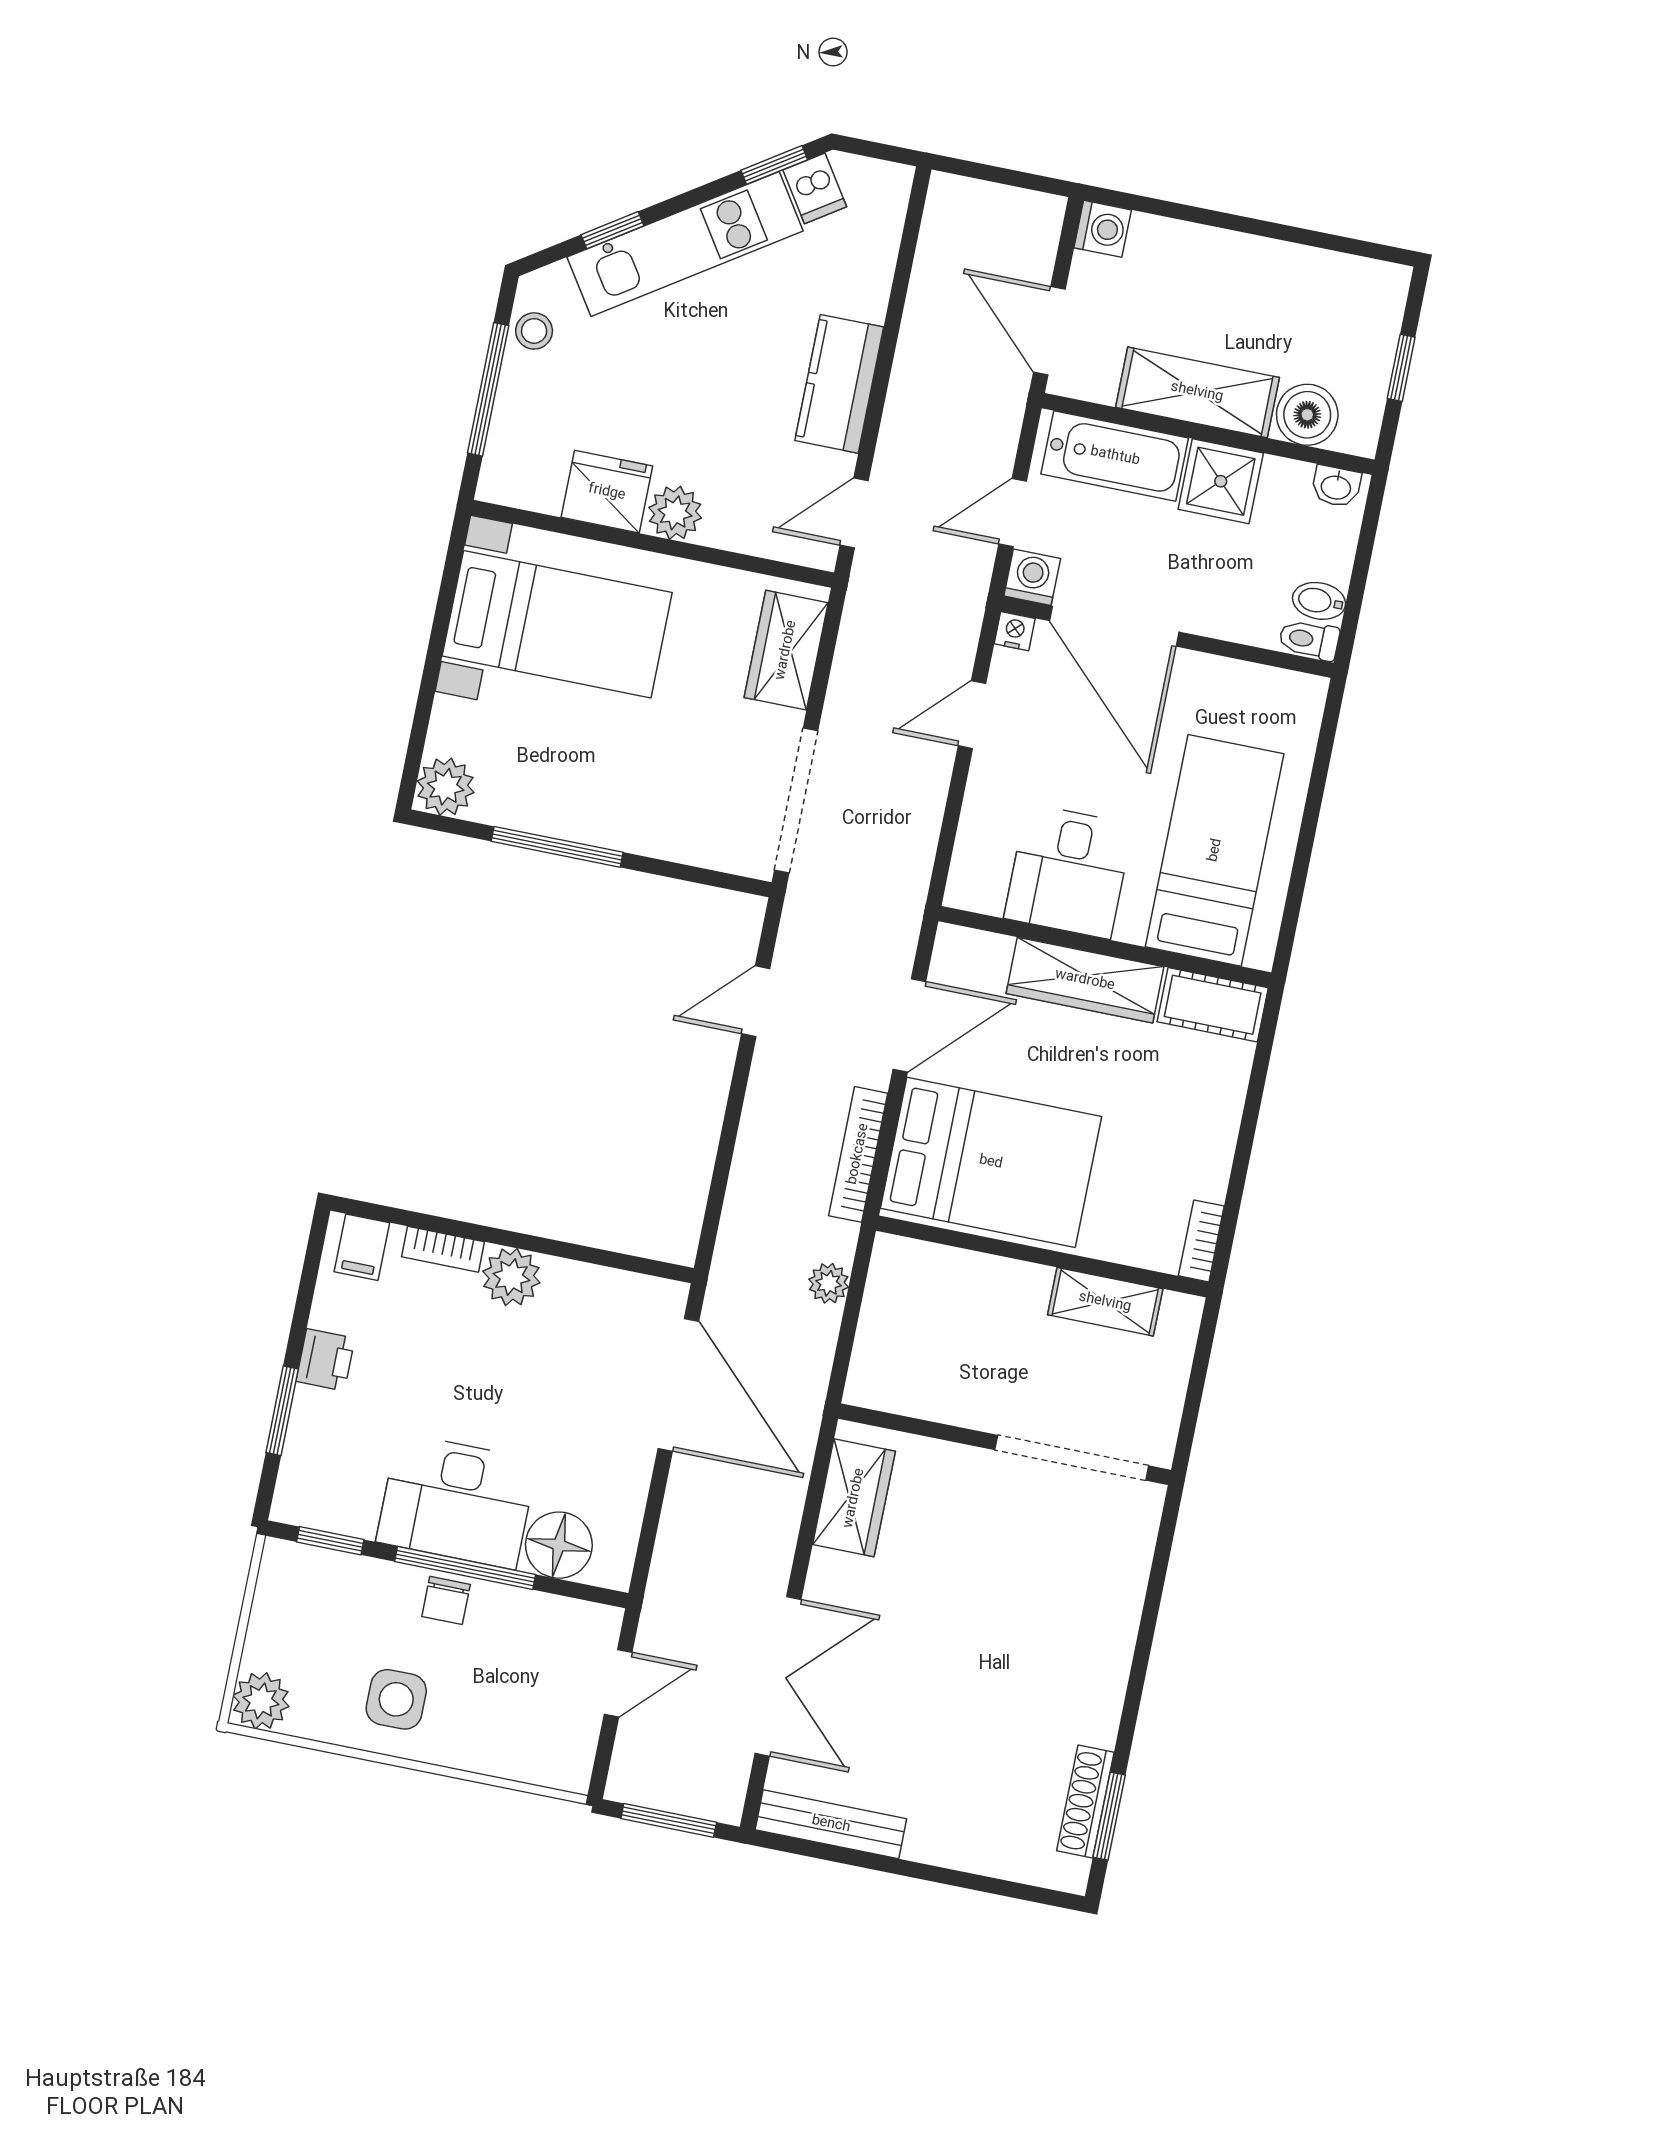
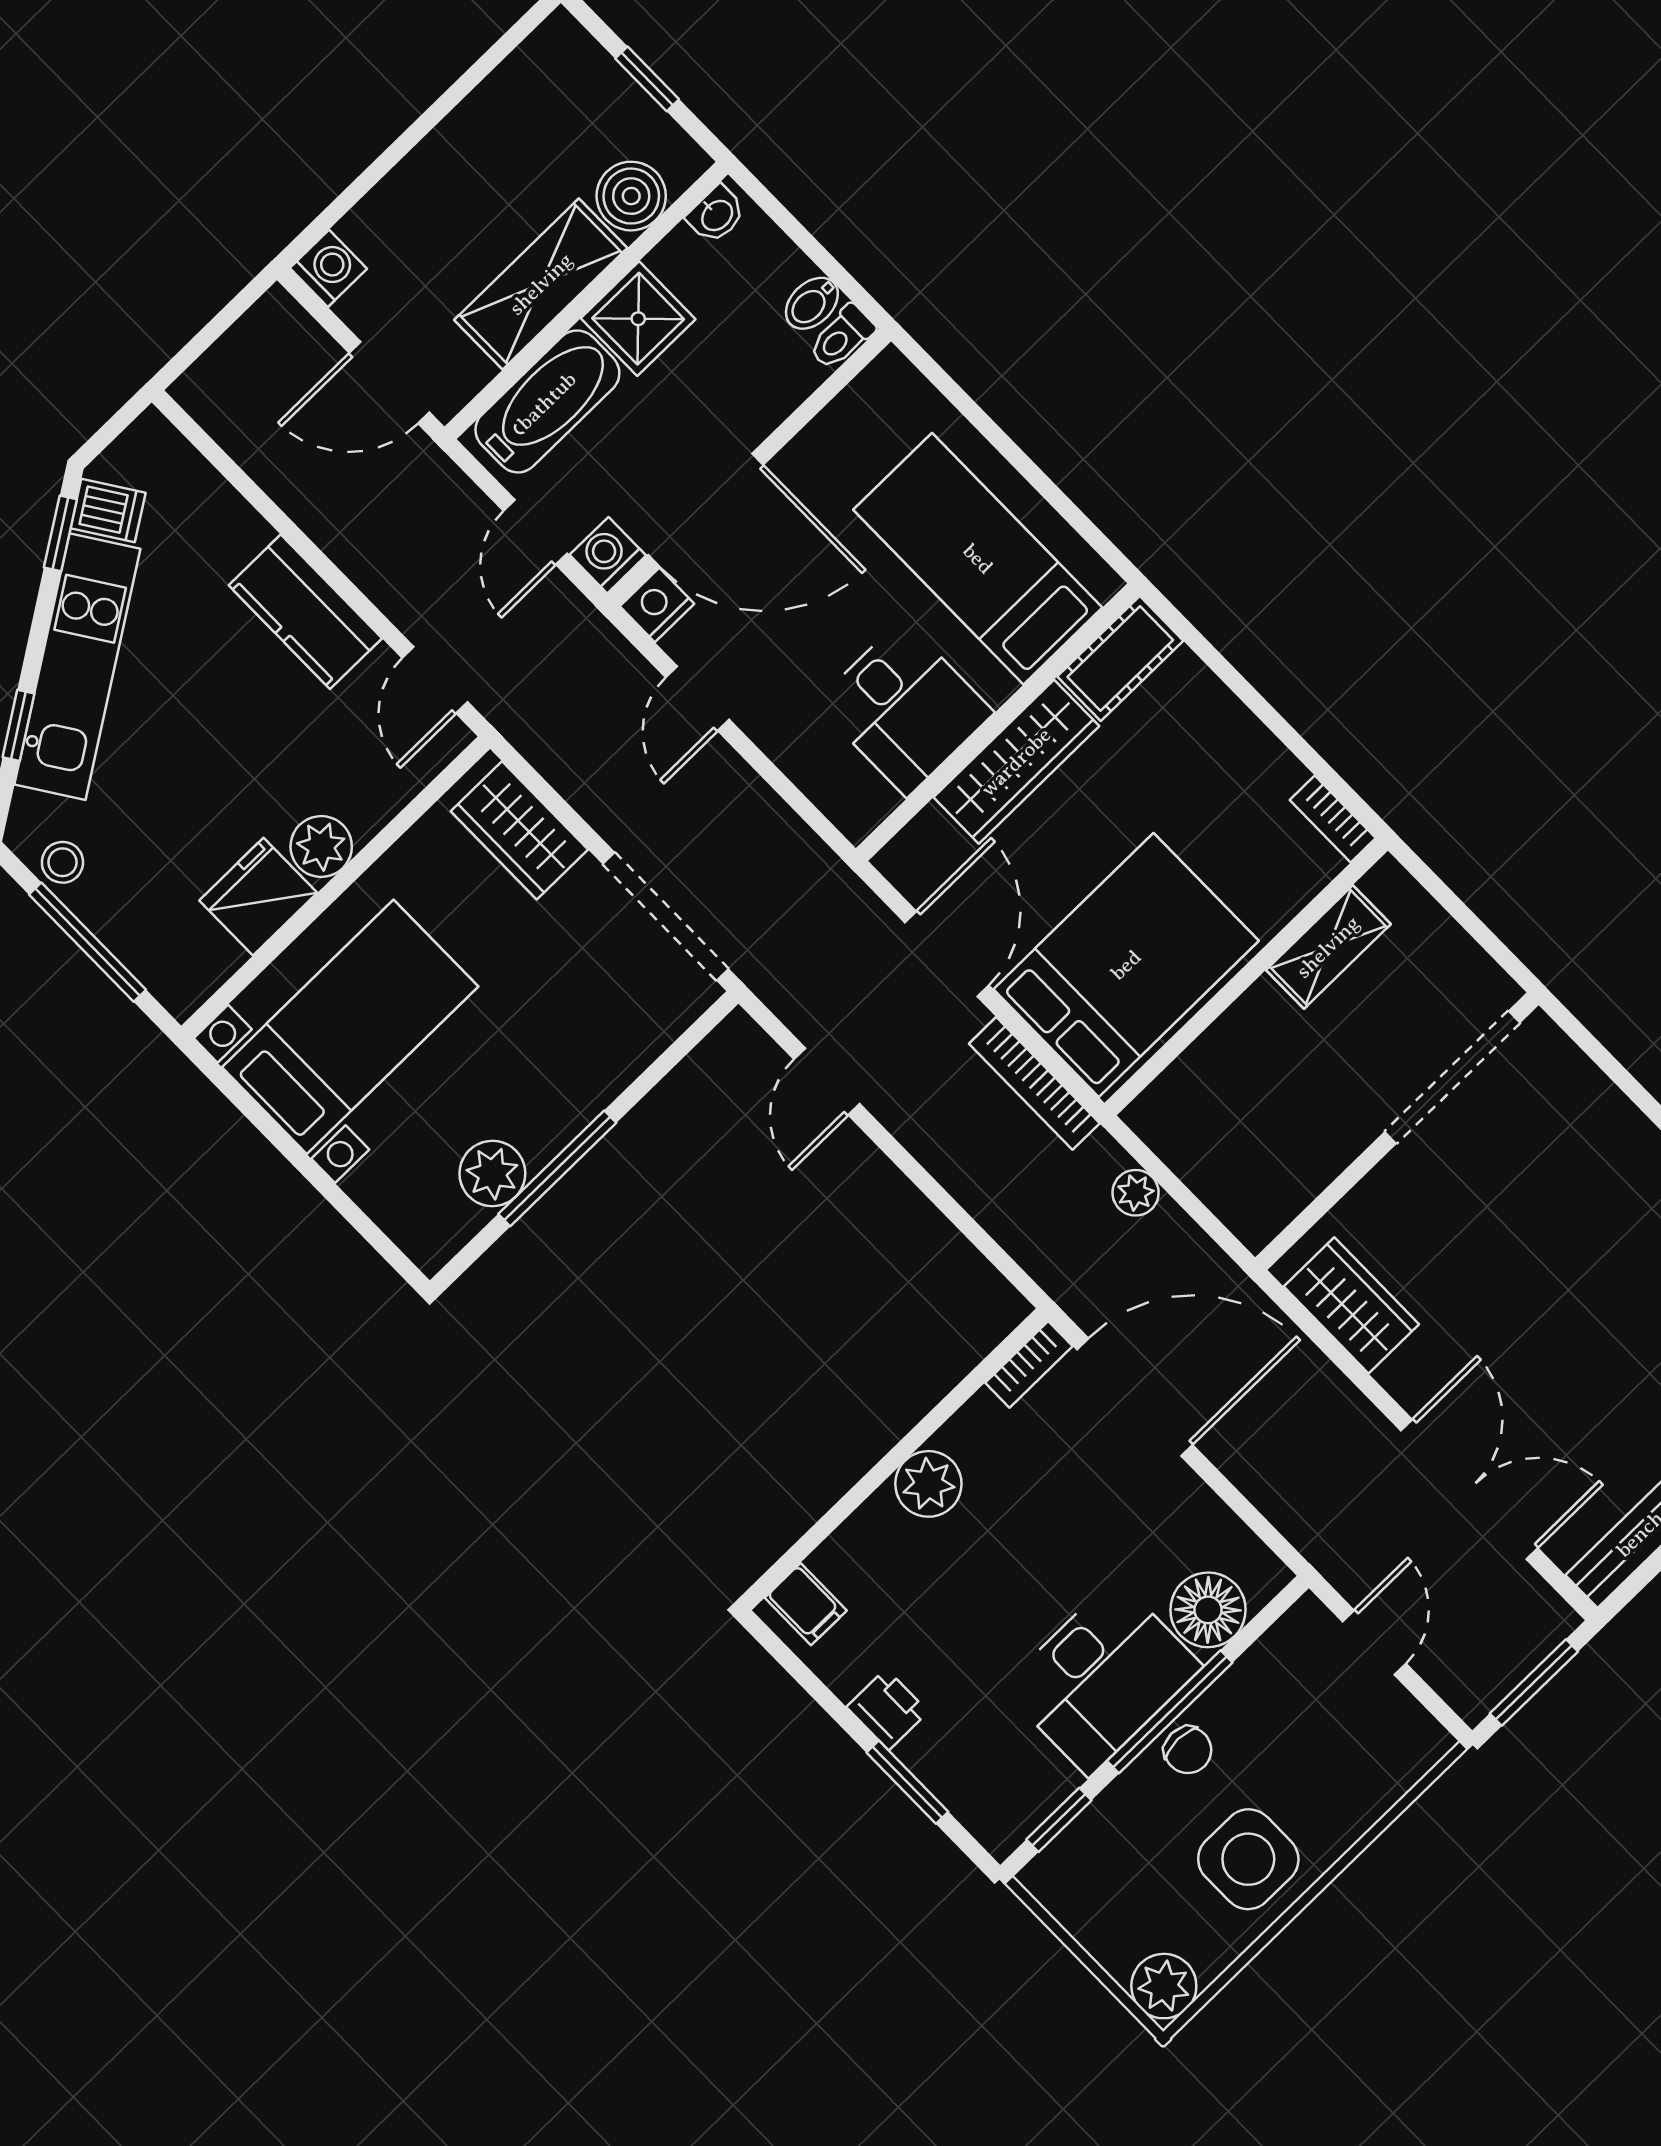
nightstand: (1015, 631) -> (657, 605), width x1.39, depth x1.35
plant: (446, 787) -> (492, 1174), moved
bookcase: (443, 1249) -> (1029, 1364), moved
side table: (396, 1699) -> (1248, 1859), width x1.37, depth x1.37

